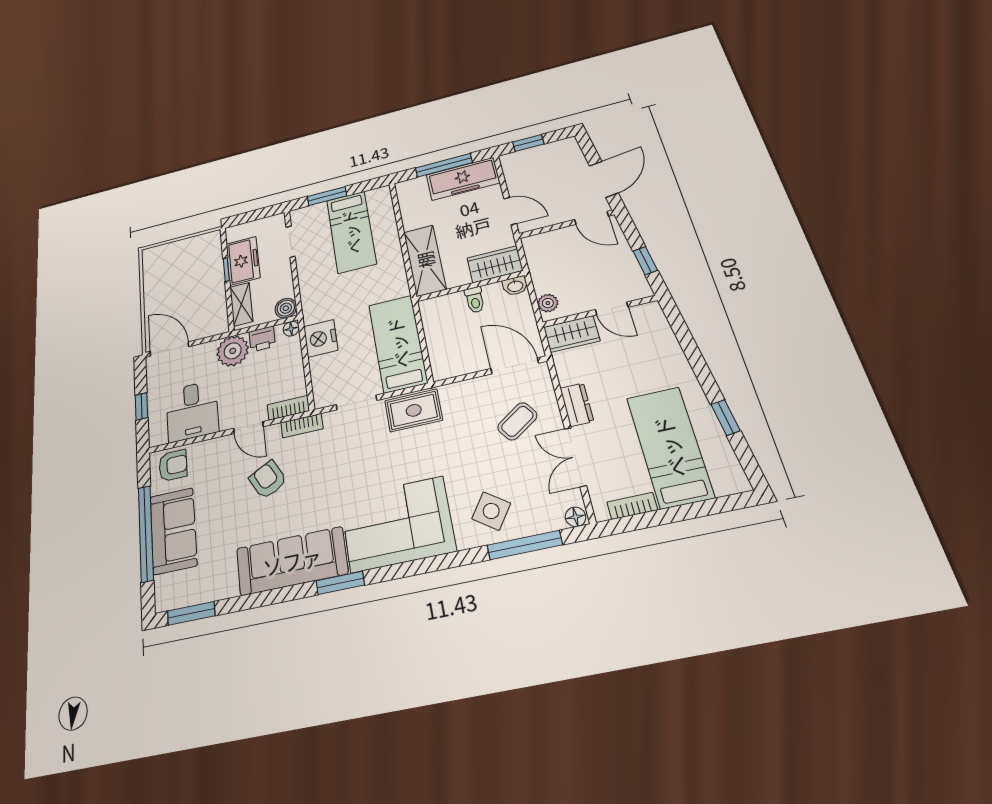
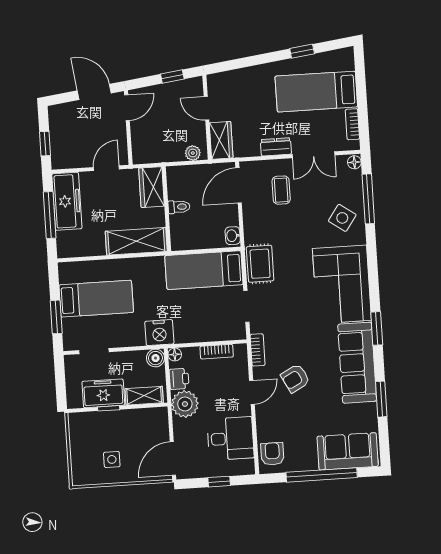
side table: (169, 284) -> (112, 459), added
washbasin: (515, 286) -> (233, 236), moved, turned 180
door: (612, 308) -> (206, 108), swing flipped
nightstand: (321, 338) -> (159, 333), moved
bookcase: (288, 408) -> (217, 352), moved, turned -90
coffee table: (517, 421) -> (281, 190), turned 34
sofa: (173, 531) -> (348, 451), moved
window: (191, 613) -> (381, 399), moved

